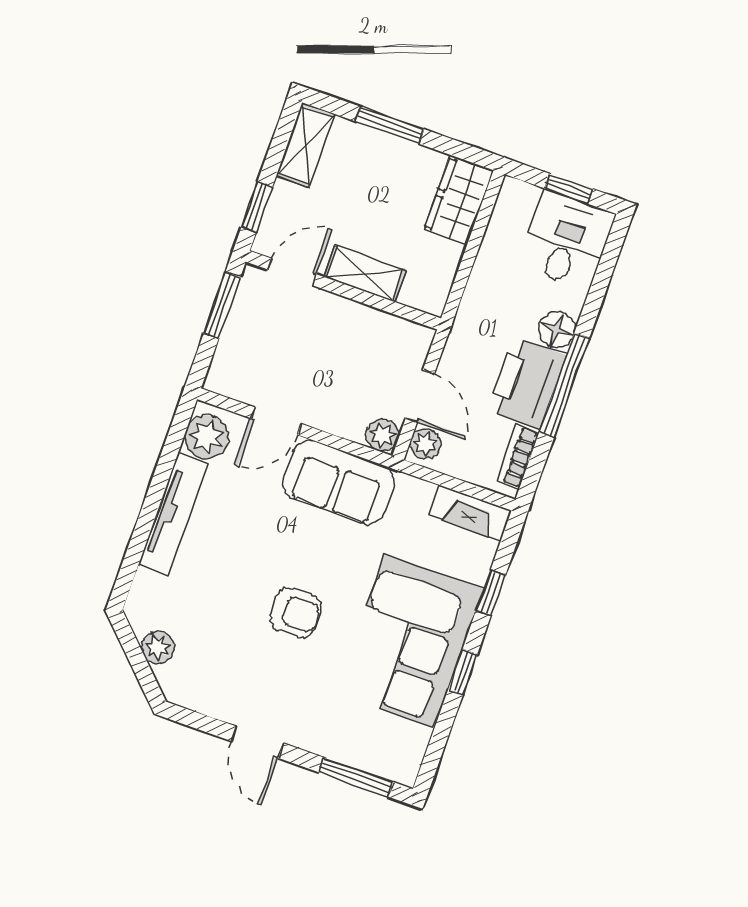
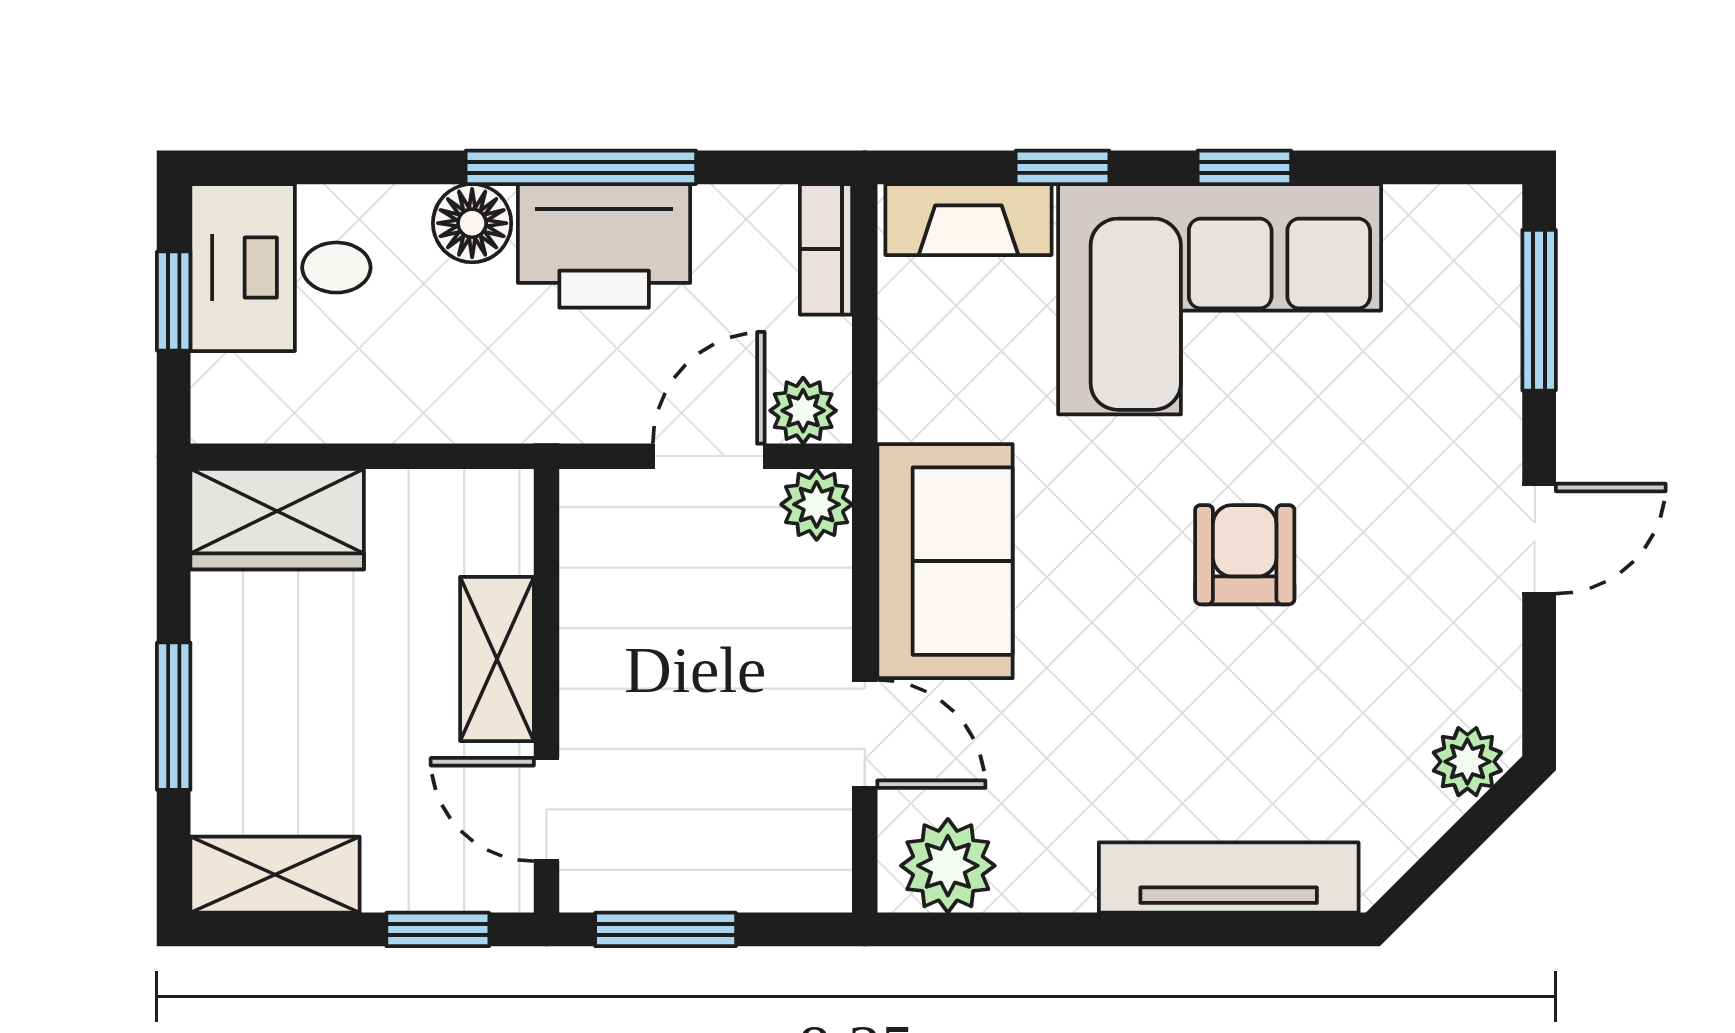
bookcase: (518, 457) -> (826, 249), moved, turned 90
fireplace: (470, 513) -> (968, 220), moved, turned 90
tv unit: (173, 514) -> (1229, 878), moved
plant: (158, 648) -> (1467, 762), moved

